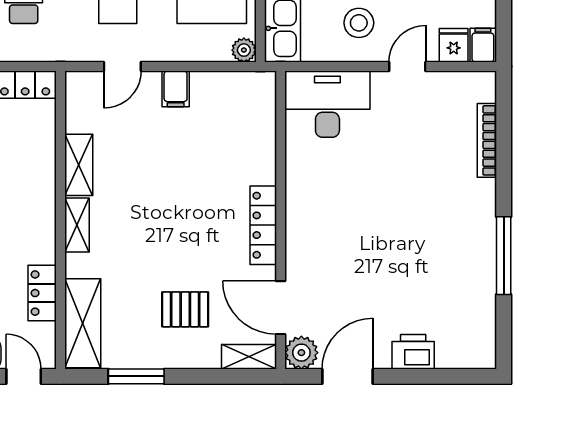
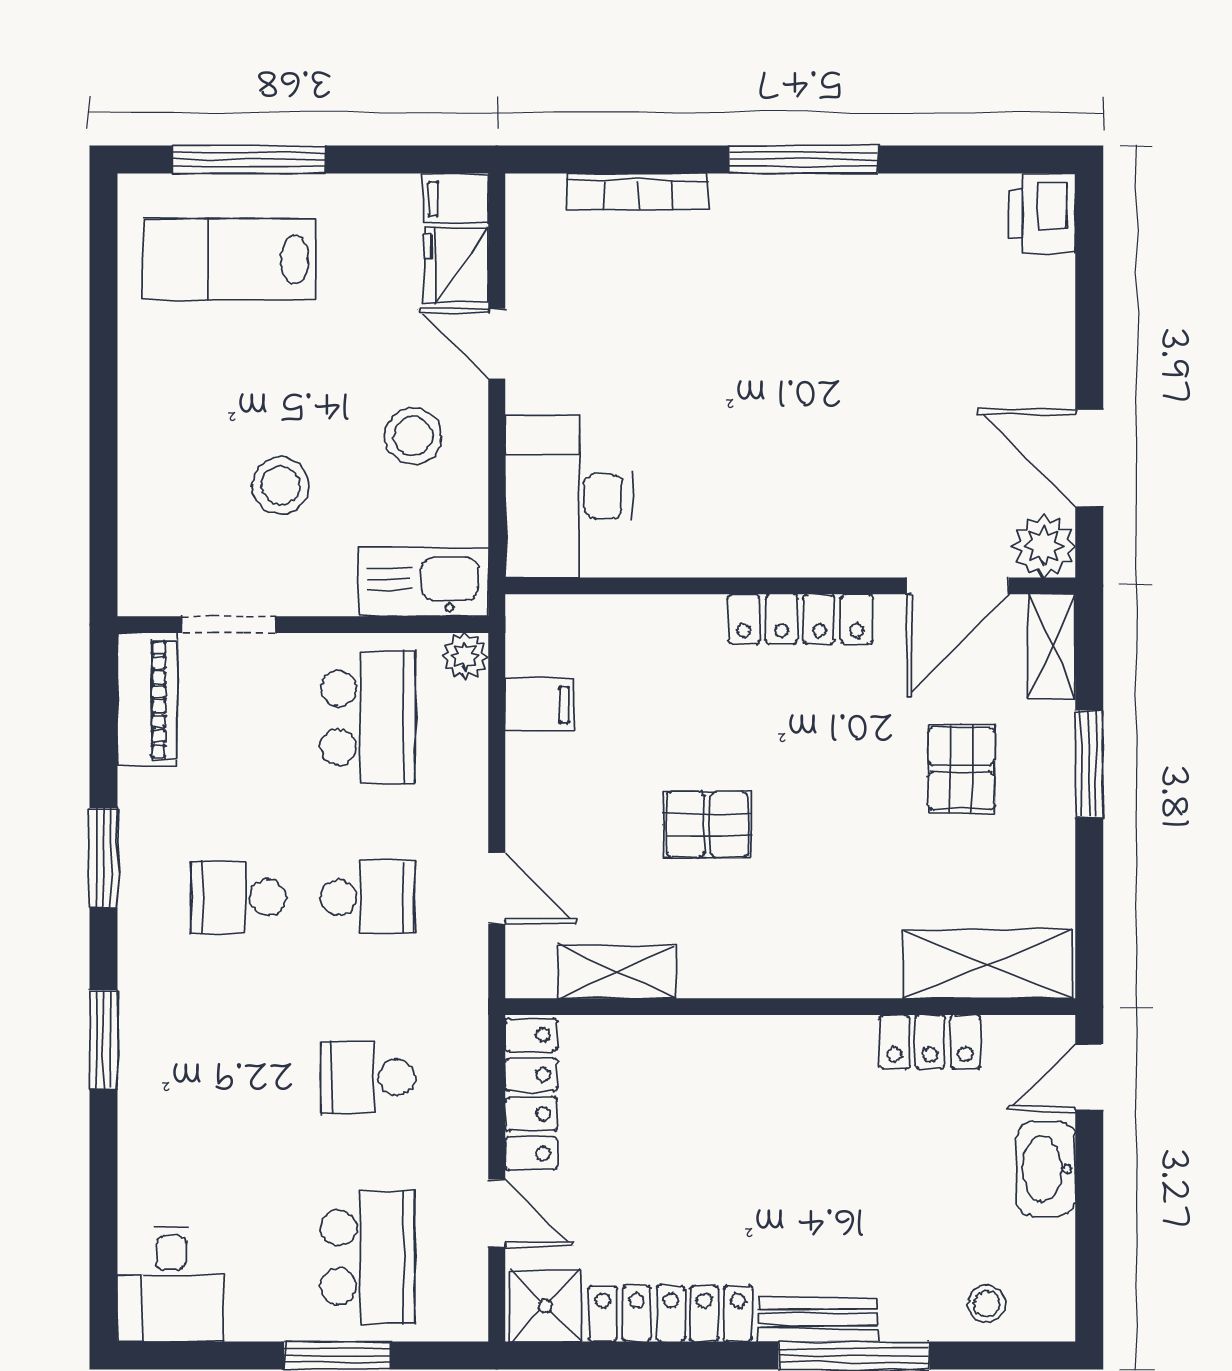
fridge: (454, 45) -> (456, 265), width x1.38
filing cabinet: (176, 89) -> (540, 705), moved
shelving: (79, 165) -> (617, 972), moved
pallet: (156, 177) -> (707, 824), added
shelving: (77, 225) -> (800, 975), removed
window: (504, 256) -> (804, 159), moved
printer: (413, 352) -> (1042, 213), moved
window: (136, 376) -> (1089, 764), moved

